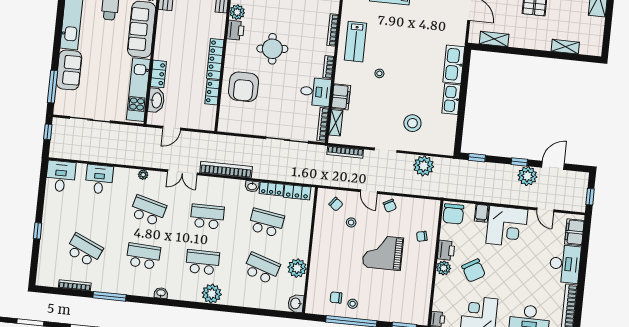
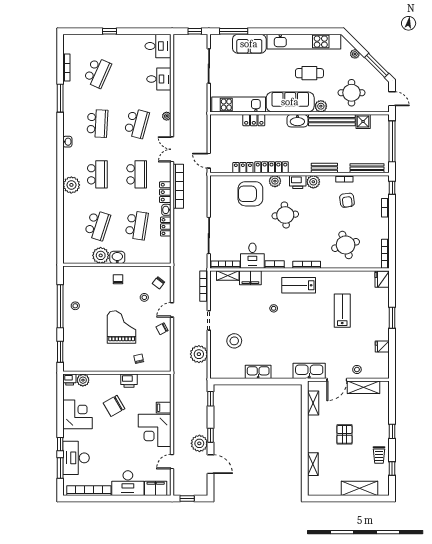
plant: (232, 57) -> (275, 181), added
kitchen sink: (454, 64) -> (309, 371), moved
washbasin: (156, 100) -> (297, 121), moved
door: (172, 128) -> (209, 161), moved
locker: (297, 192) -> (165, 192), moved
chair: (453, 214) -> (161, 384), removed
plant: (444, 268) -> (83, 380), moved
chair: (336, 298) -> (118, 279), moved
washbasin: (296, 303) -> (117, 257), moved

